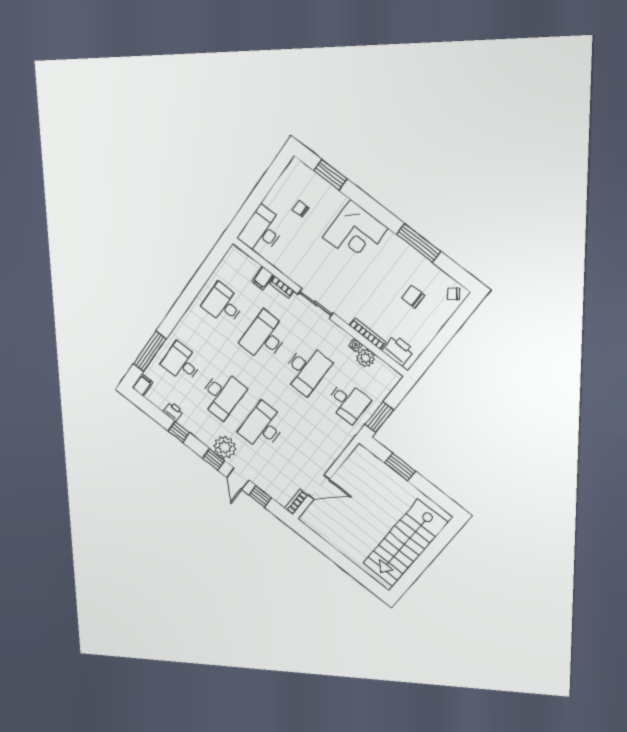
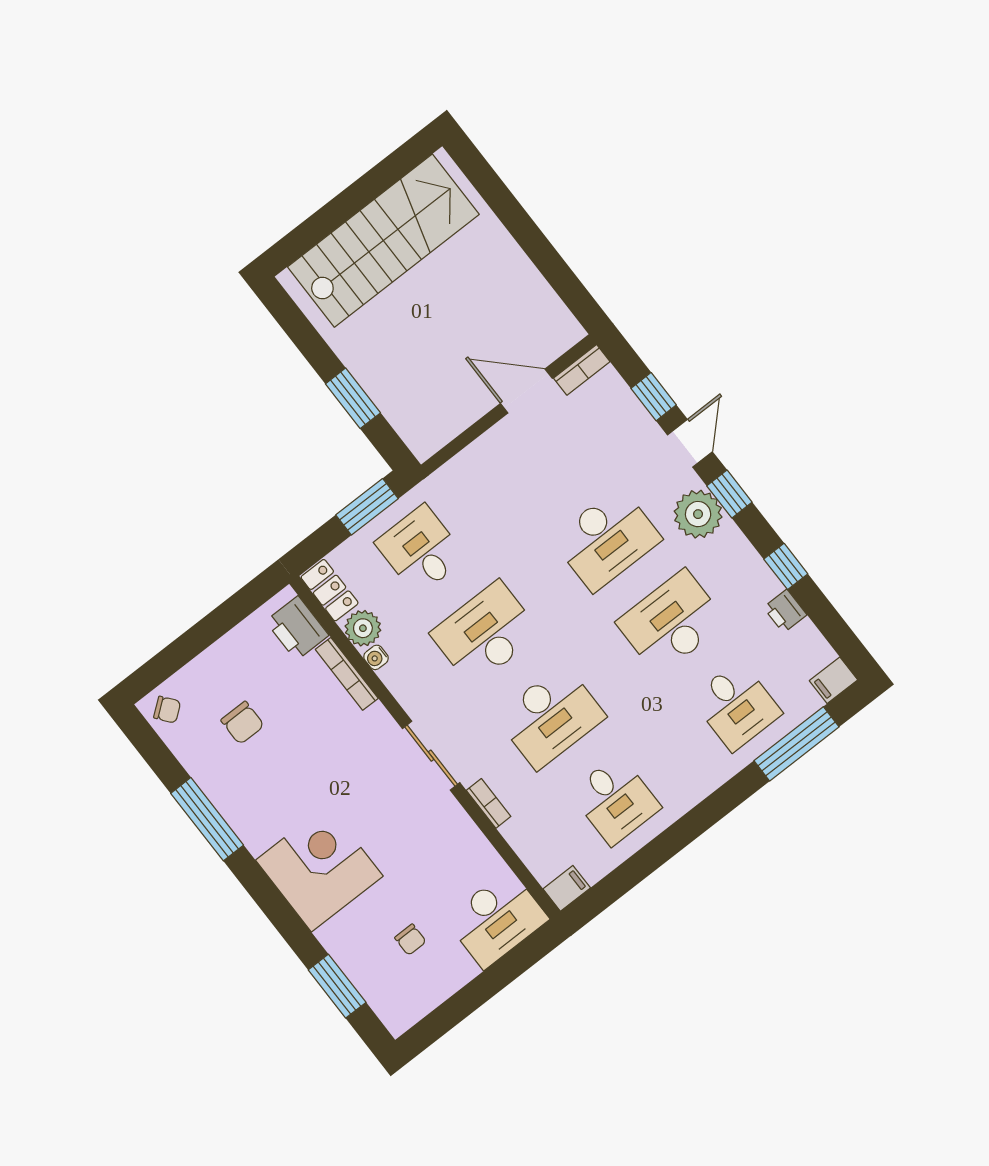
filing cabinet: (263, 278) -> (567, 888), moved
locker: (387, 373) -> (330, 590), added

